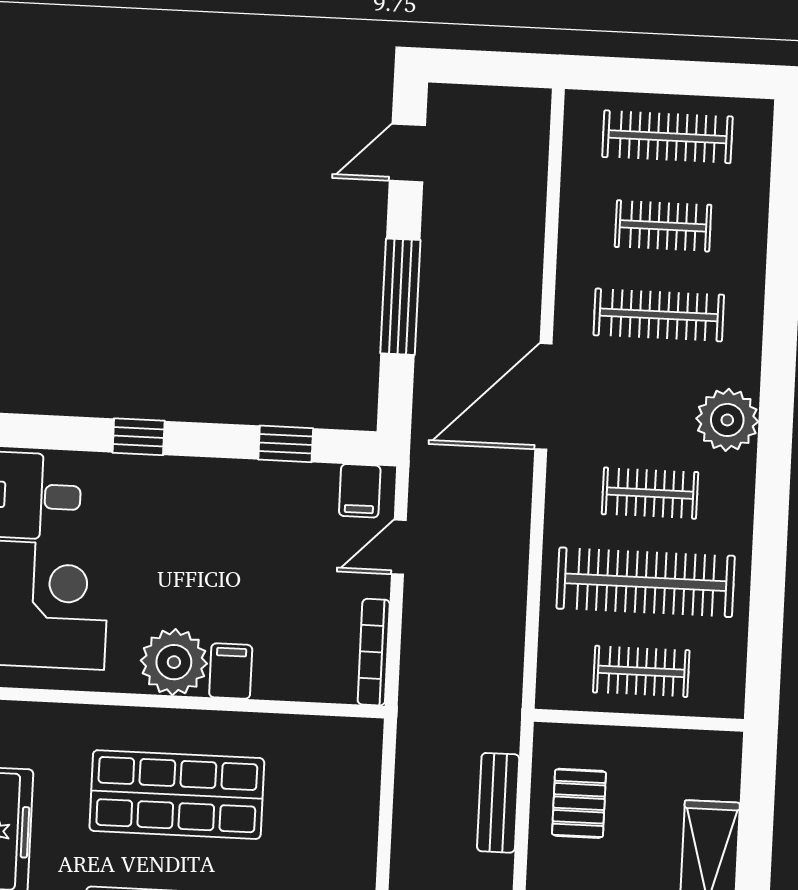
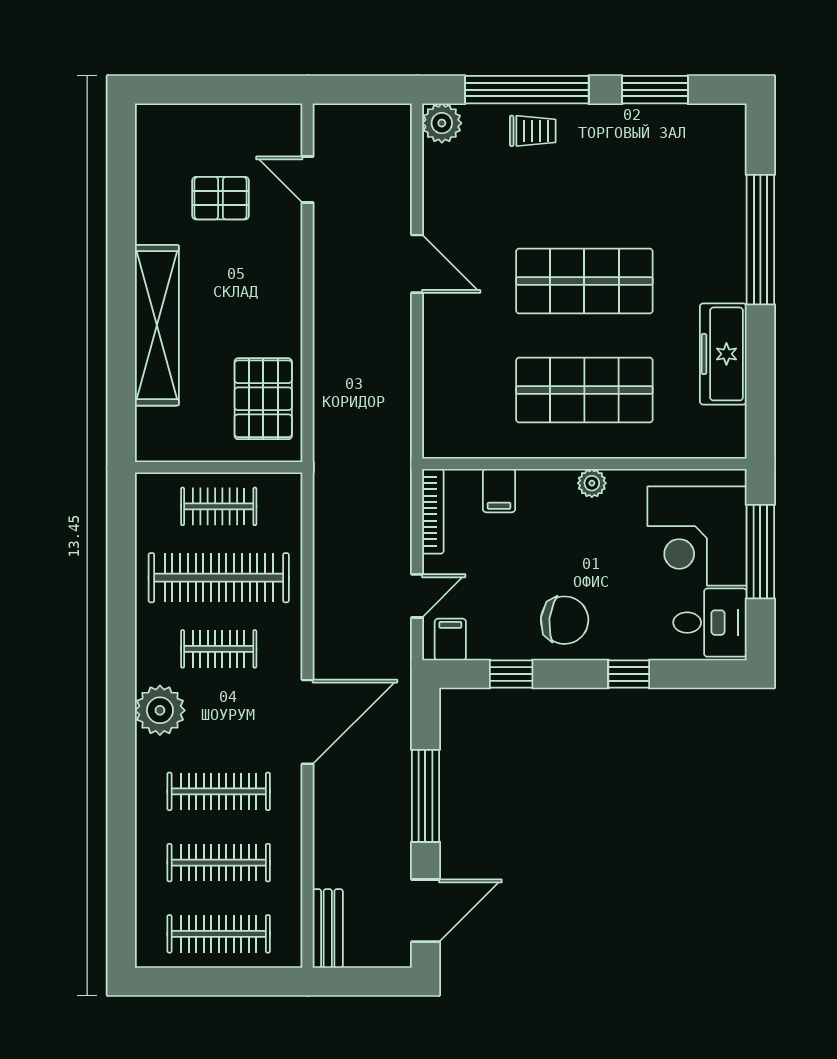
door: (407, 153) -> (425, 911), width x1.37
clothes rail: (663, 226) -> (219, 863), width x1.36
chair: (216, 508) -> (565, 620), added
plant: (174, 662) -> (592, 483), width x0.53, depth x0.53
filing cabinet: (231, 671) -> (499, 491), moved
bench: (498, 803) -> (328, 928), moved
pallet: (579, 803) -> (263, 399), width x1.50, depth x1.42

